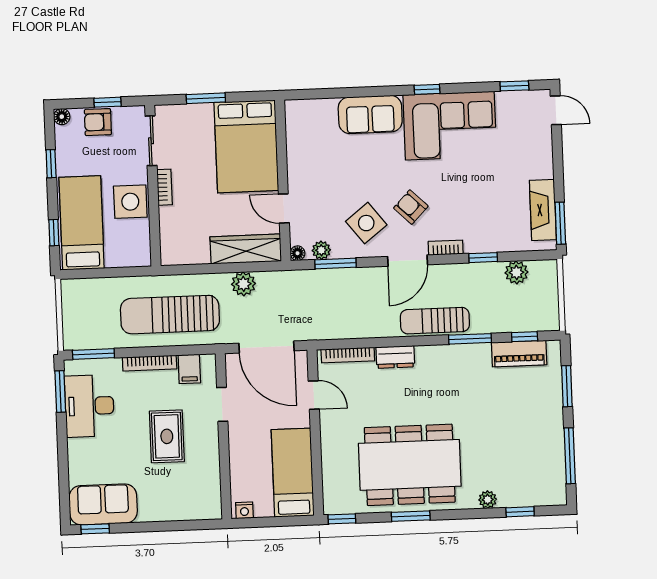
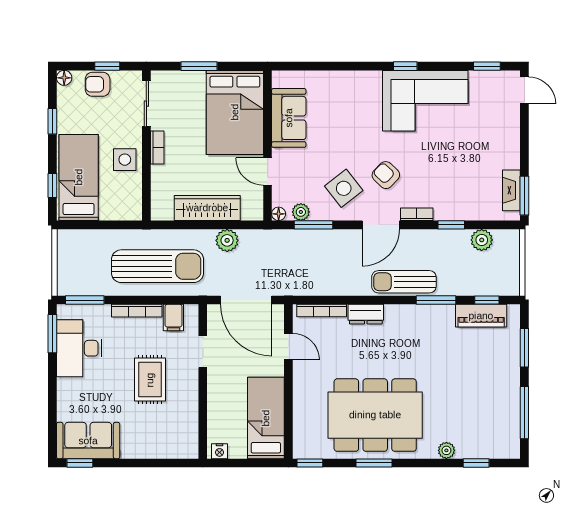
sofa: (370, 114) -> (289, 118), moved, turned -90
side table: (130, 202) -> (125, 160), width x0.73, depth x0.73
fireplace: (543, 210) -> (511, 190), width x0.73, depth x0.76
wardrobe: (246, 249) -> (207, 208), moved
sun lounger: (170, 315) -> (157, 266), turned 180

